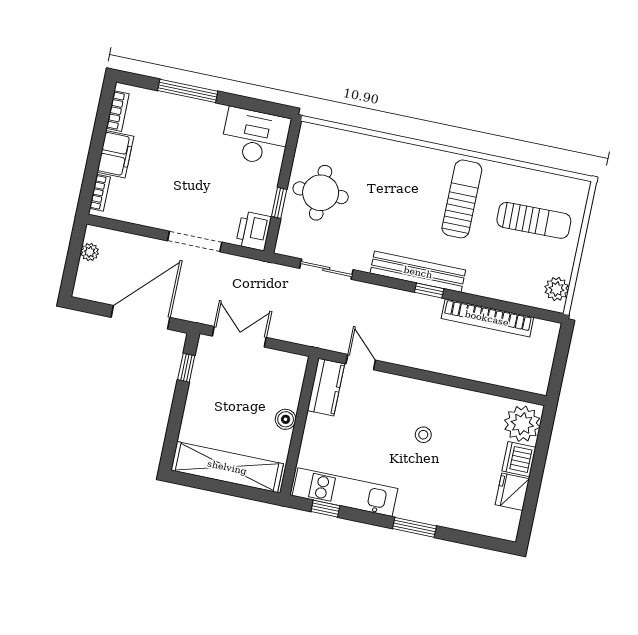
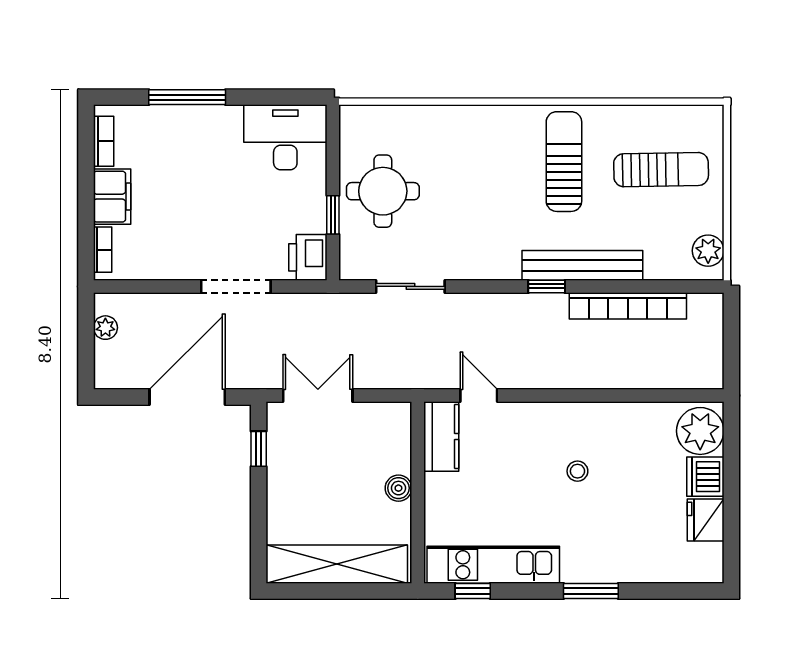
bench: (418, 272) -> (582, 265), moved

